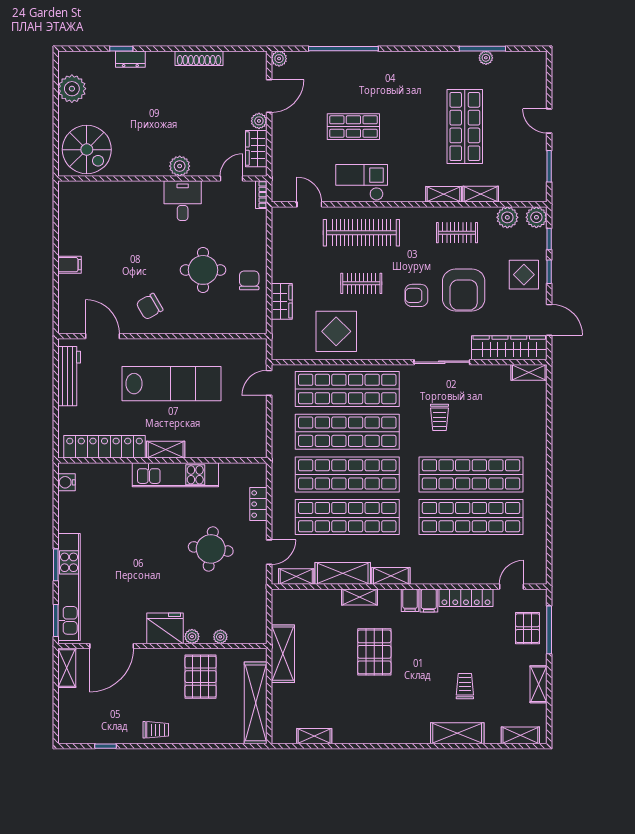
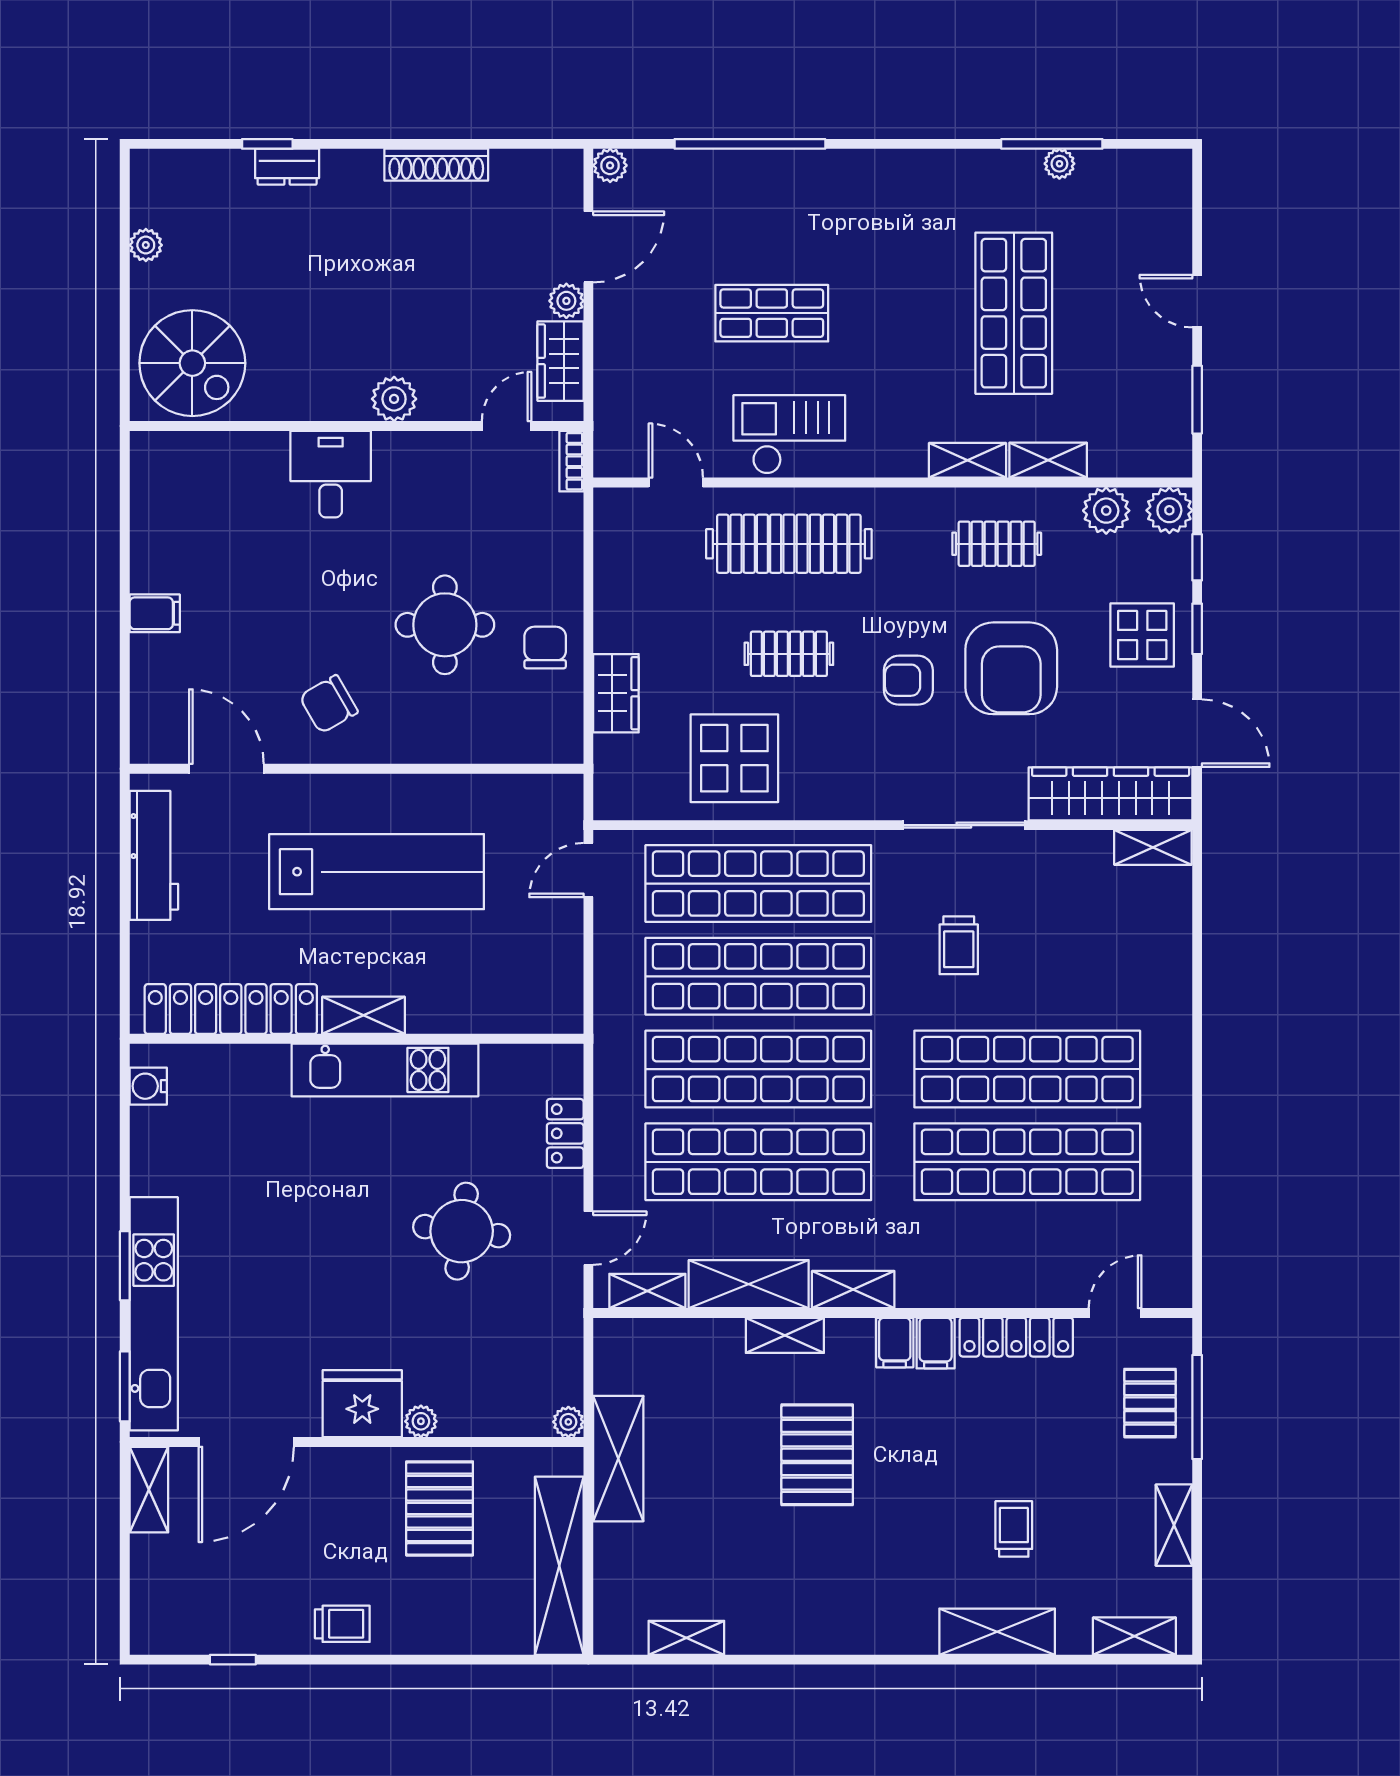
plant: (72, 89) -> (146, 245), width x0.53, depth x0.53
desk: (183, 201) -> (331, 474), moved
plant: (220, 637) -> (568, 1422), moved

